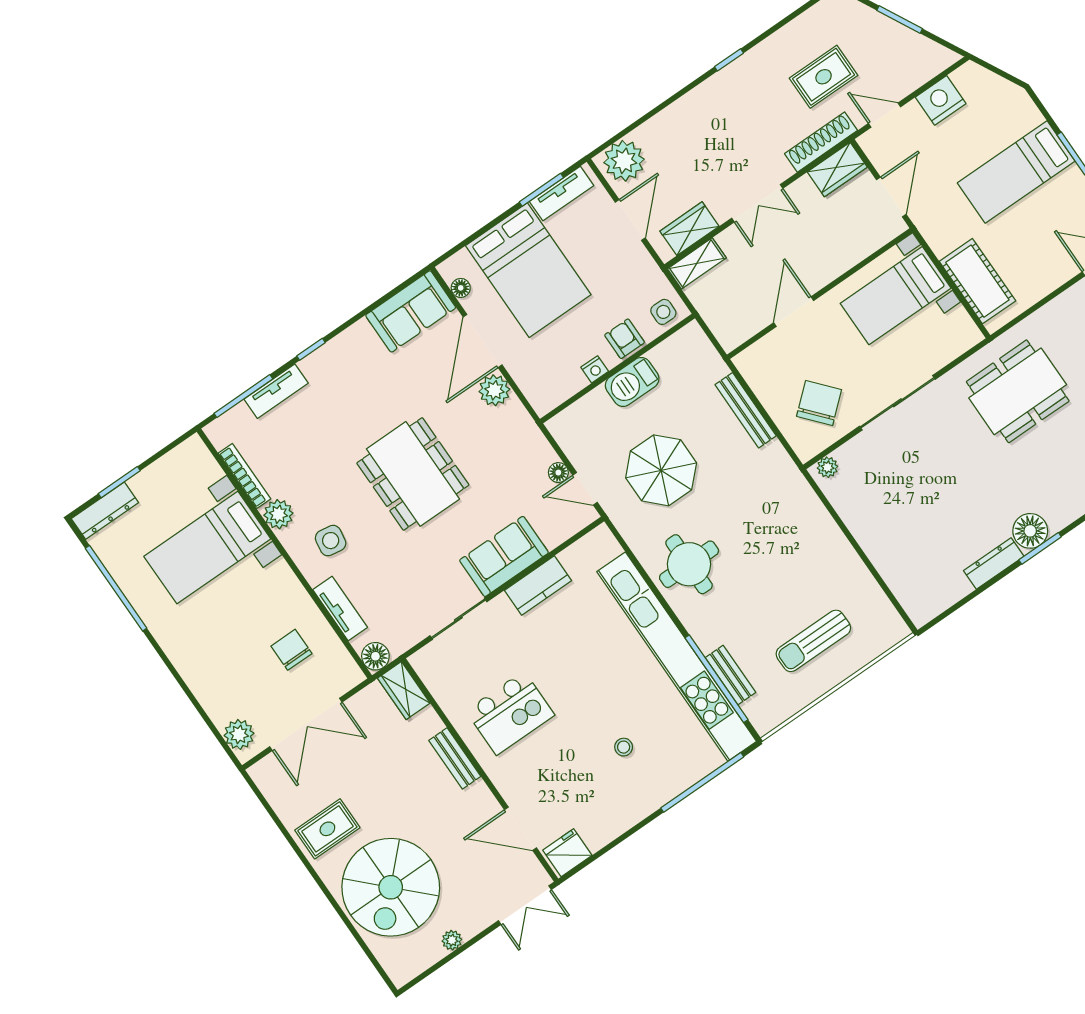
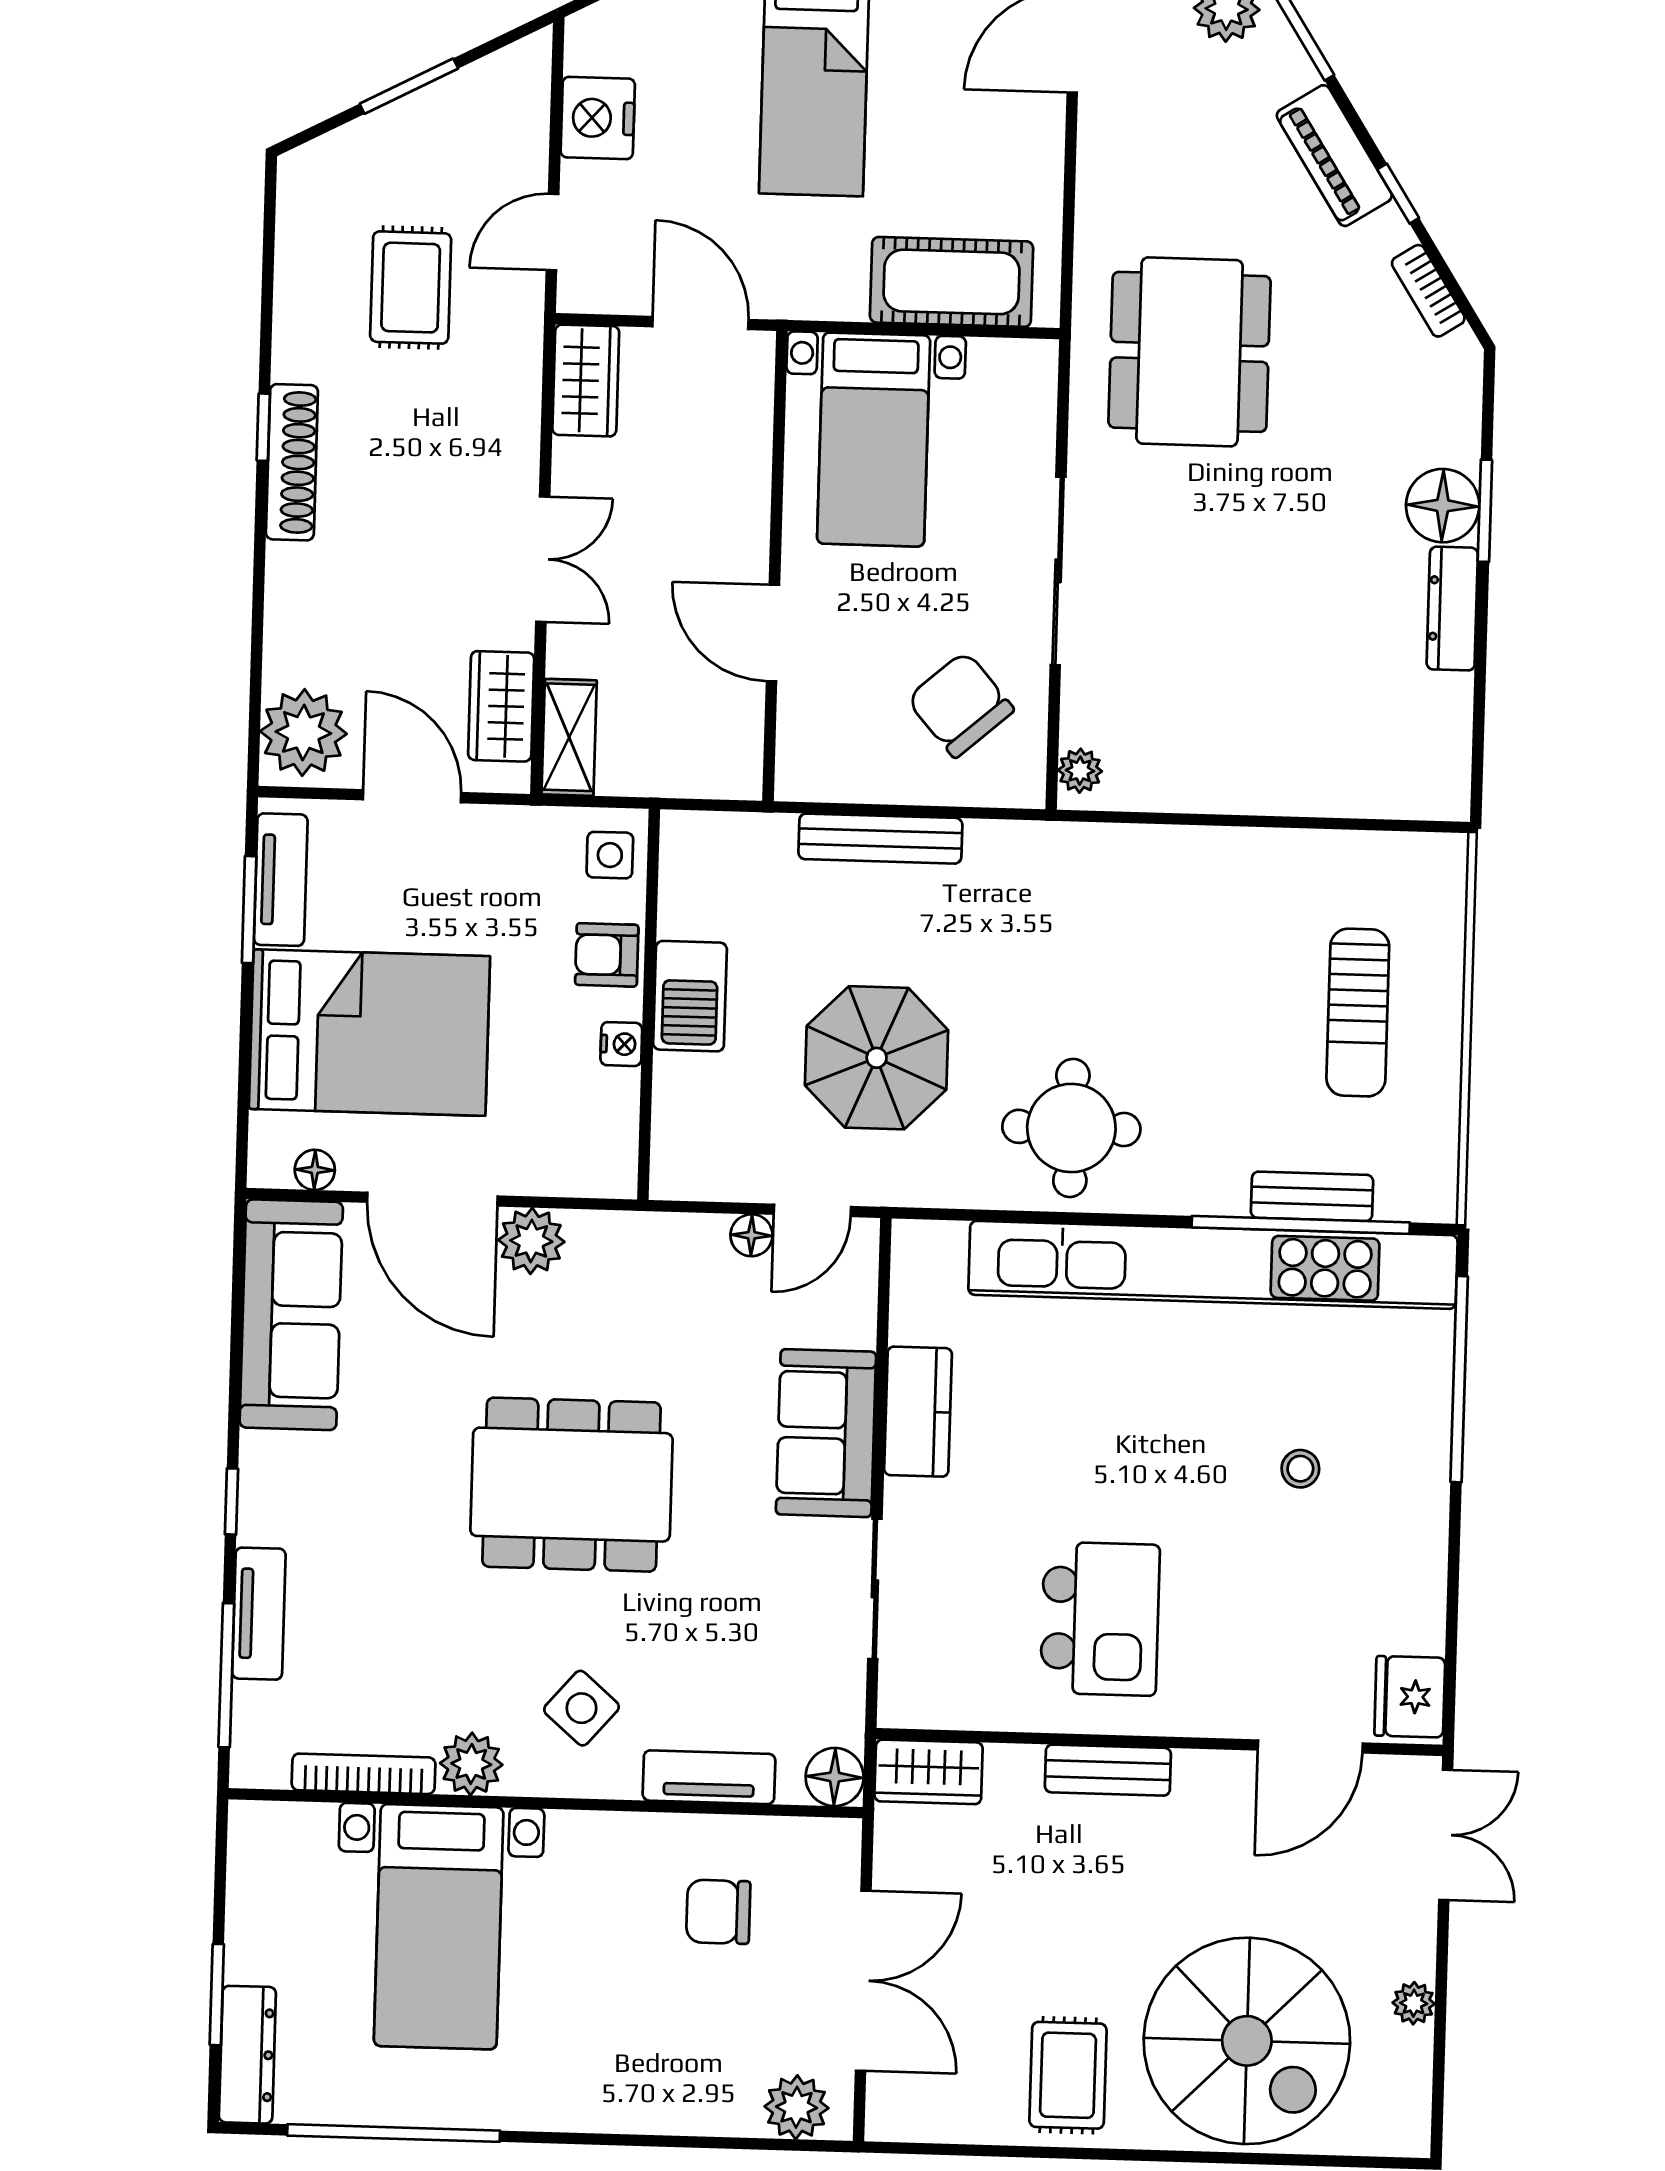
shoe rack: (821, 142) -> (292, 462), moved, turned 180
sofa: (411, 311) -> (291, 1315), width x1.36
side table: (331, 541) -> (581, 1708), turned 32

